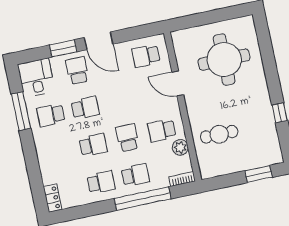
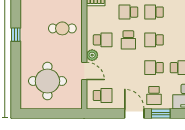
plant: (180, 147) -> (92, 55), moved

